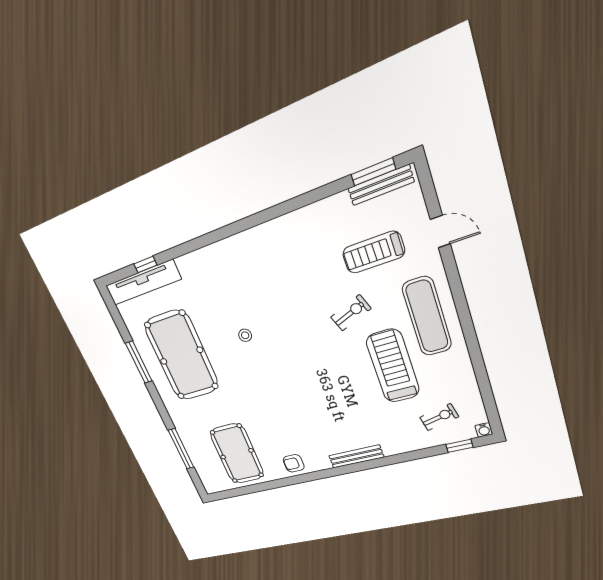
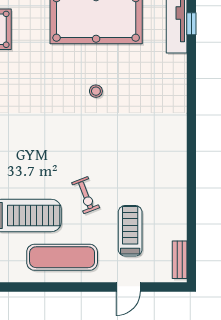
window: (373, 172) -> (191, 250), removed
bench: (381, 185) -> (180, 260), width x0.73

